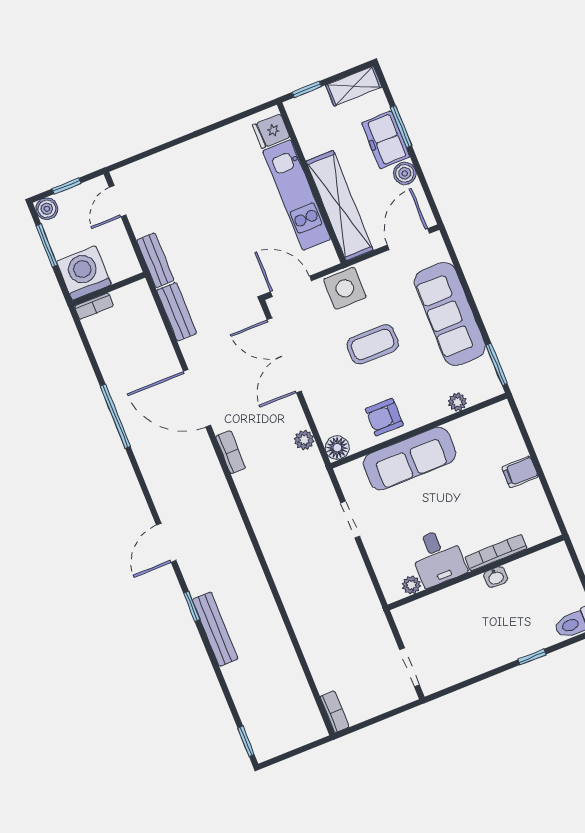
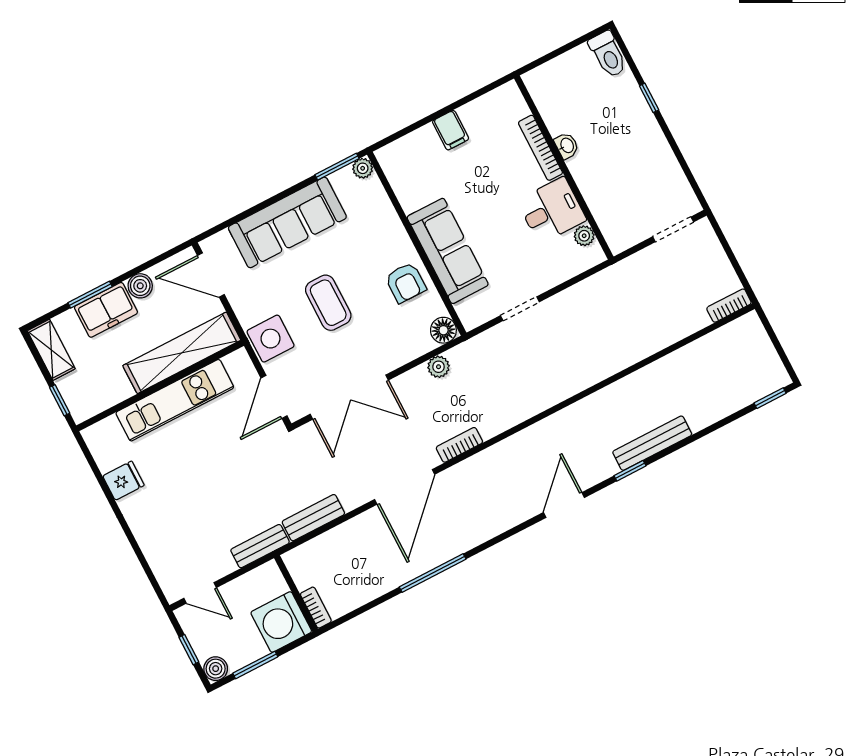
fridge: (271, 131) -> (123, 481), moved, turned -90
plant: (457, 402) -> (363, 168), moved
door: (166, 543) -> (564, 505), swing flipped

